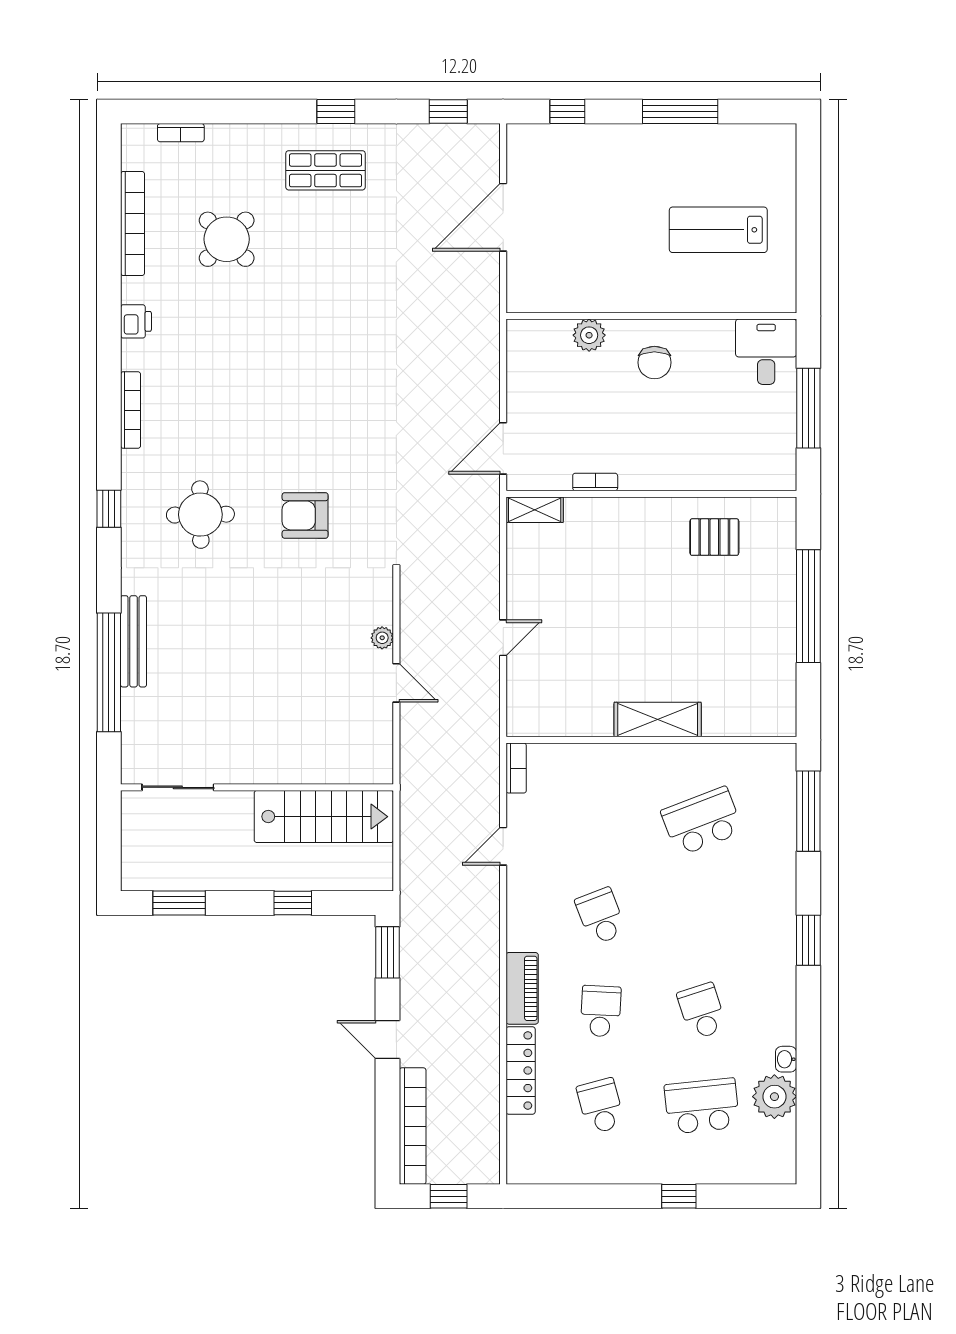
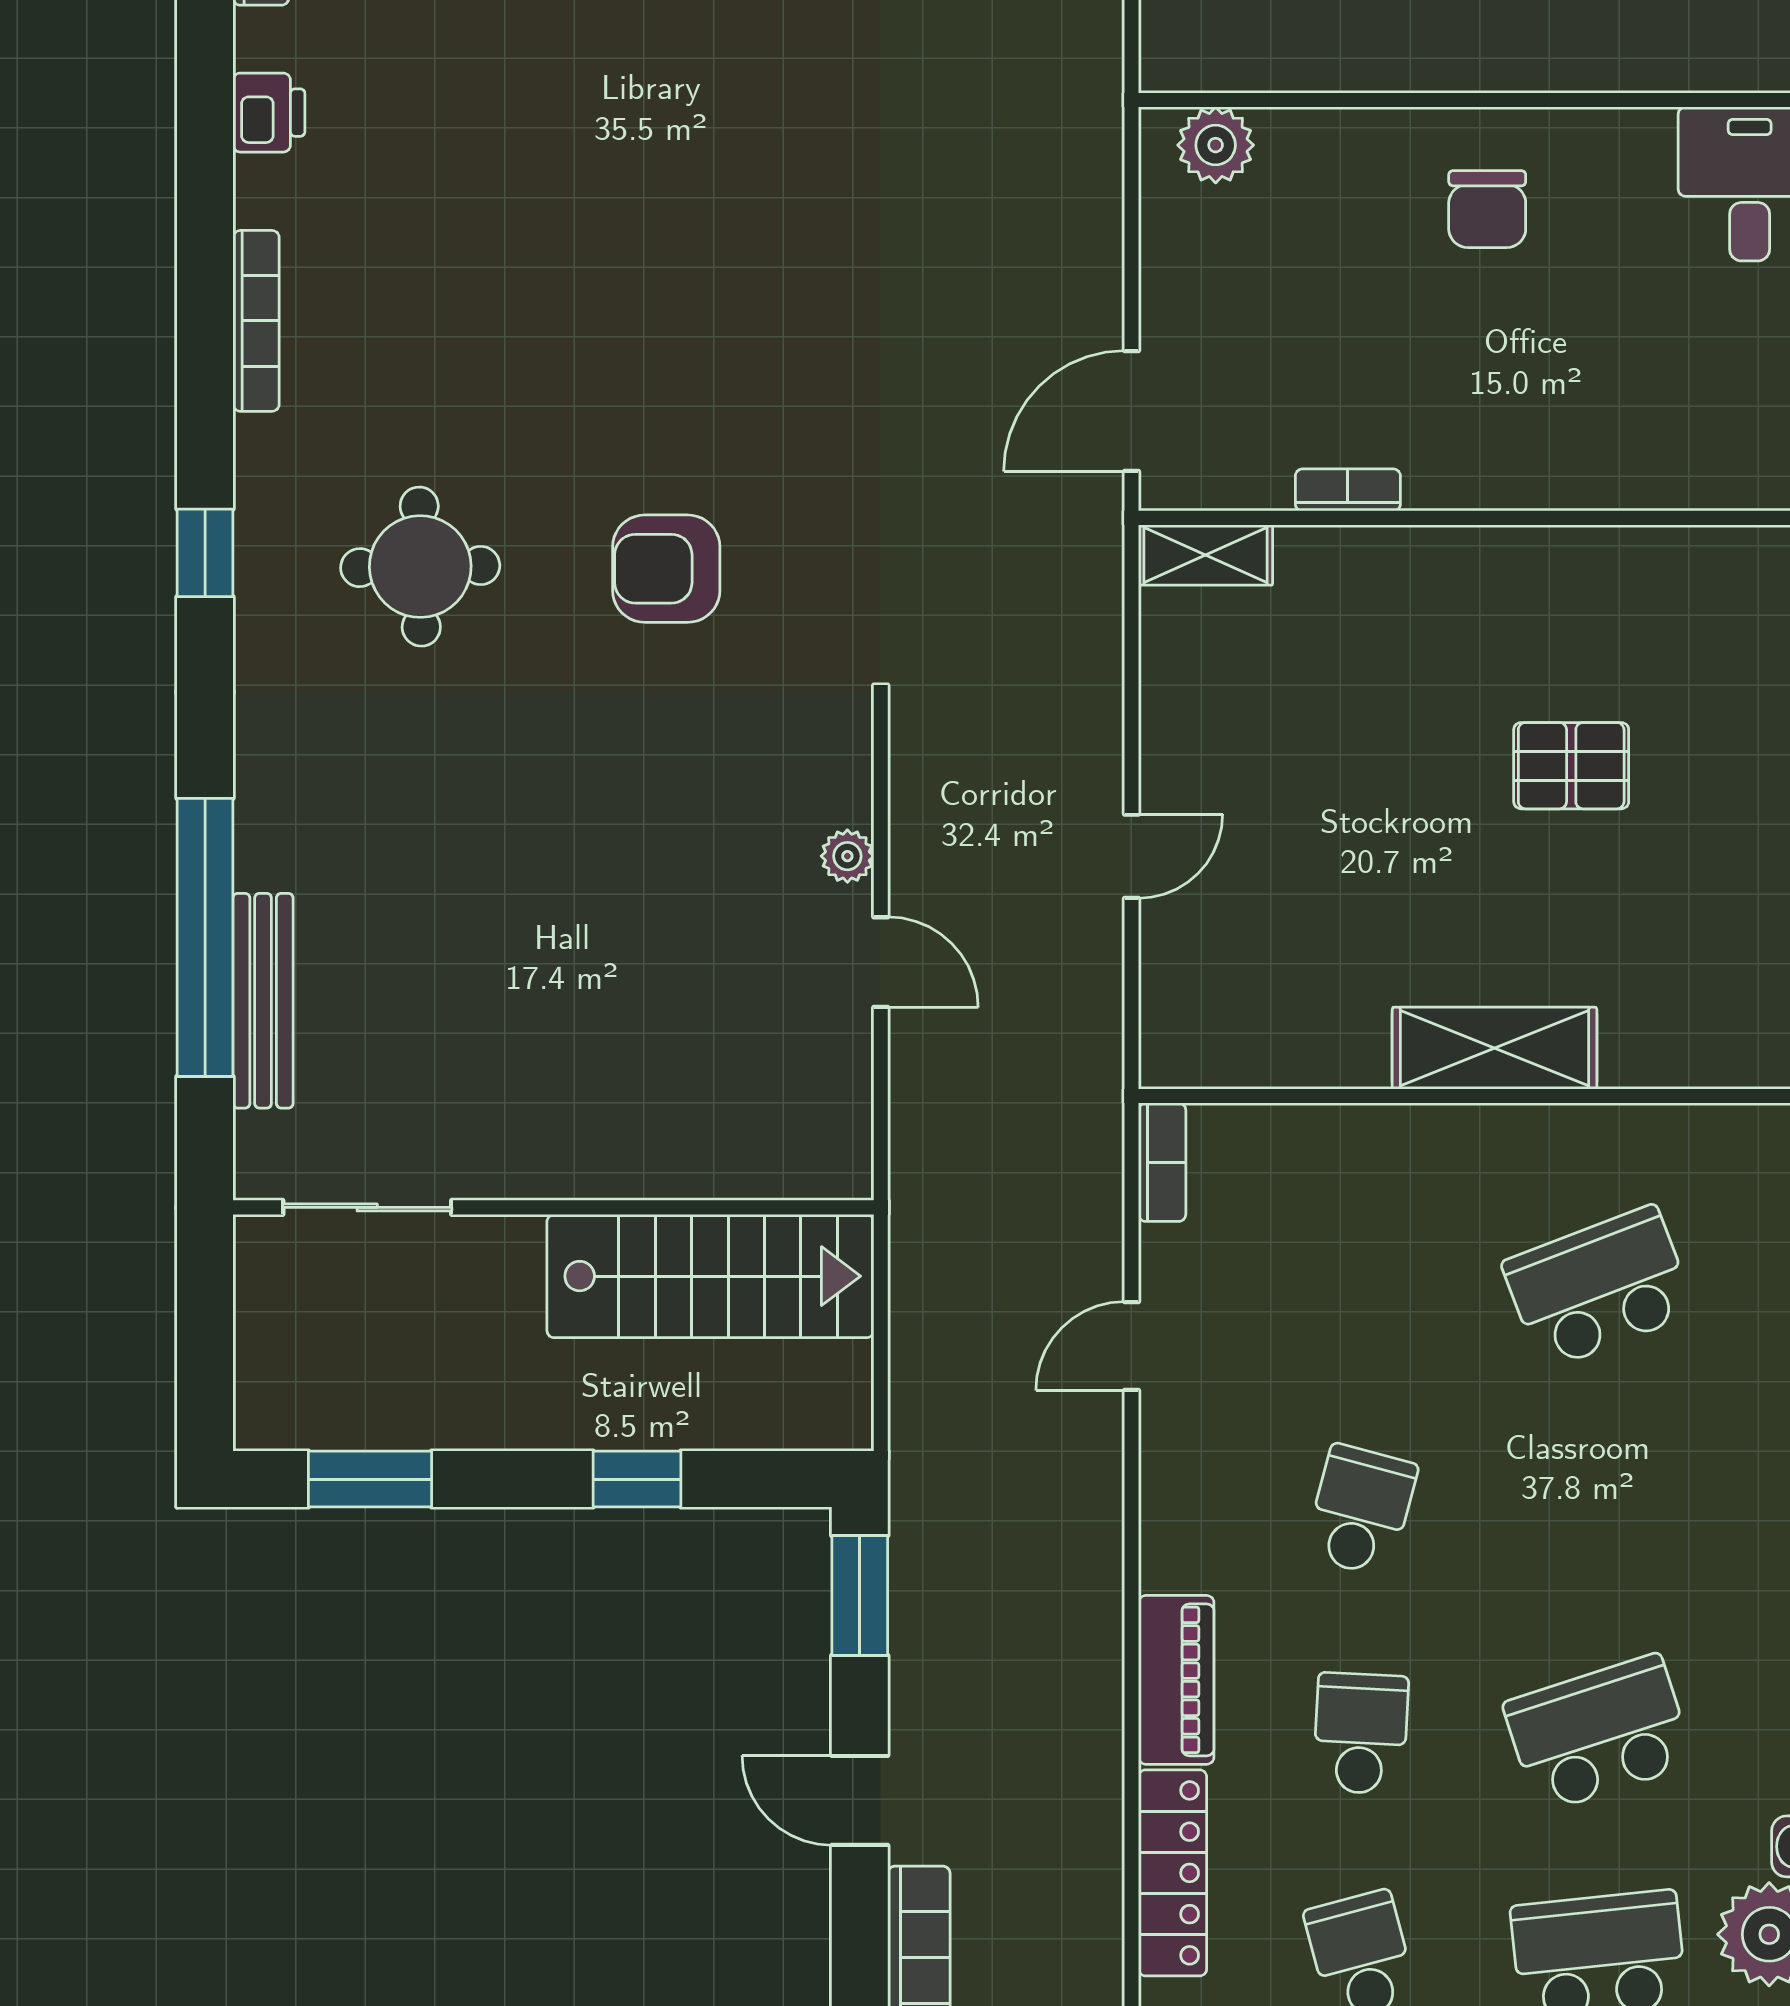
plant: (589, 335) -> (1216, 145), moved
pallet: (714, 537) -> (1571, 766), moved
bench: (134, 641) -> (263, 1001), moved
school desk: (601, 916) -> (1361, 1510), turned 36
school desk: (702, 1011) -> (1599, 1733), width x1.85

